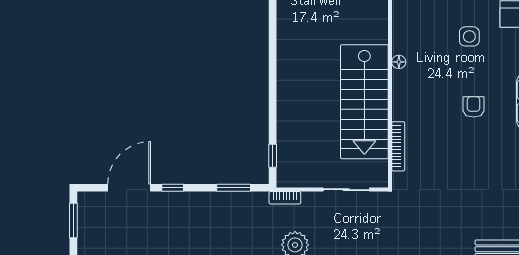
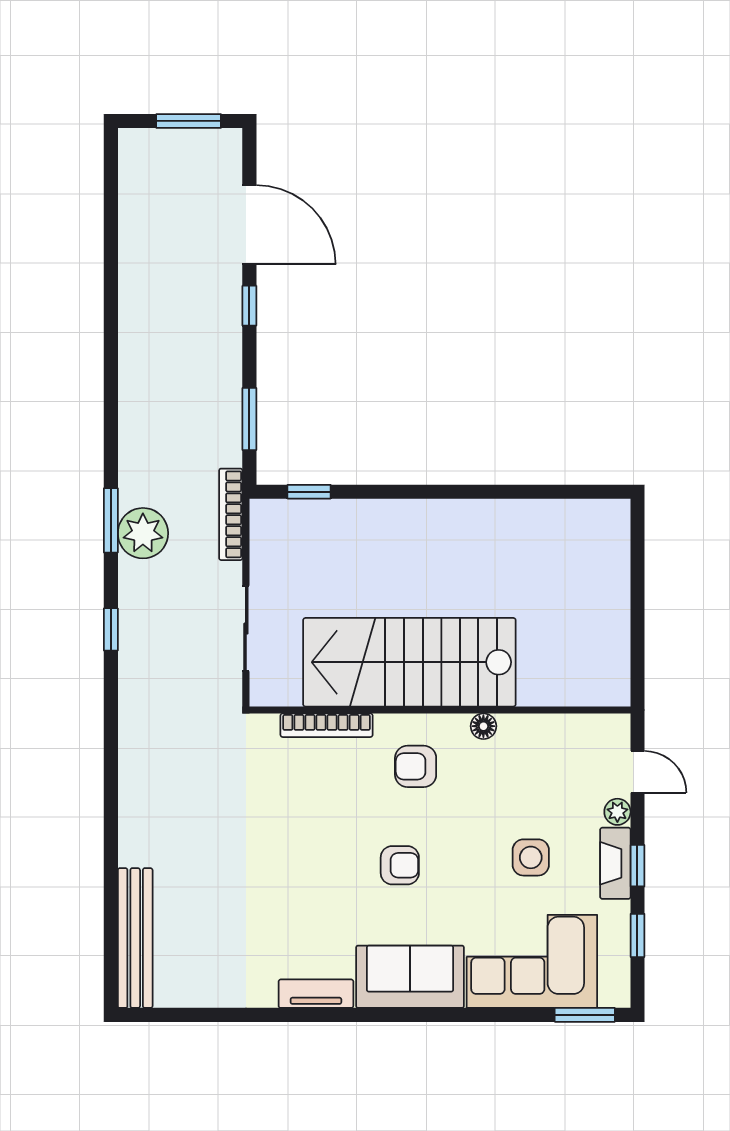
armchair: (420, 98) -> (416, 766), added
bookcase: (285, 198) -> (231, 514), width x1.56

